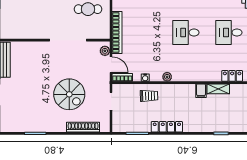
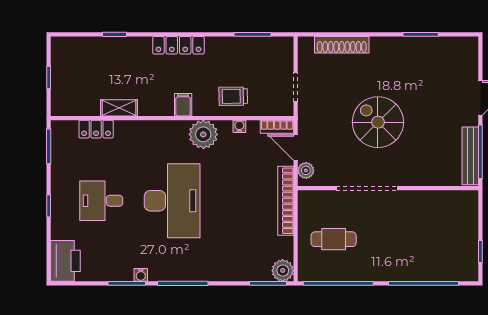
desk: (186, 32) -> (172, 201), width x1.87, depth x1.30
desk: (229, 32) -> (101, 201), turned 180
plant: (167, 77) -> (203, 134), width x1.88, depth x1.88
filing cabinet: (201, 91) -> (183, 105), moved
spiral stairs: (69, 94) -> (378, 122), moved
locker: (167, 127) -> (178, 45), moved

